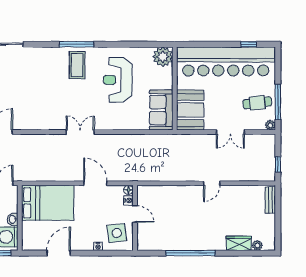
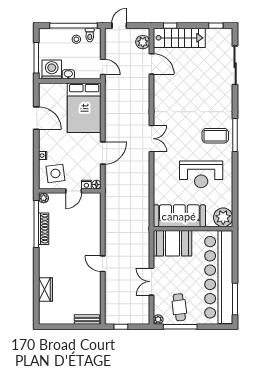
window: (249, 44) -> (235, 299), width x2.17
reception desk: (118, 80) -> (201, 174), turned 180
sofa: (161, 110) -> (179, 216), width x1.36
shoe rack: (175, 245) -> (44, 229), added
plant: (257, 245) -> (44, 198), moved
window: (191, 253) -> (36, 224), moved

